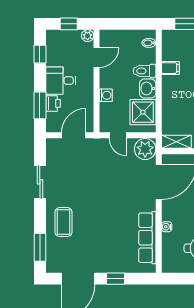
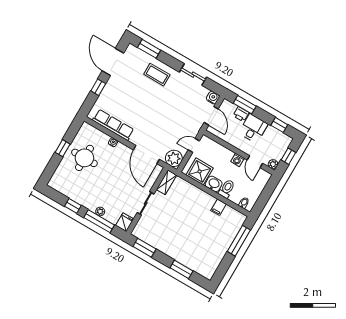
washing machine: (106, 95) -> (237, 160), moved
water cooler: (53, 145) -> (213, 98), added

